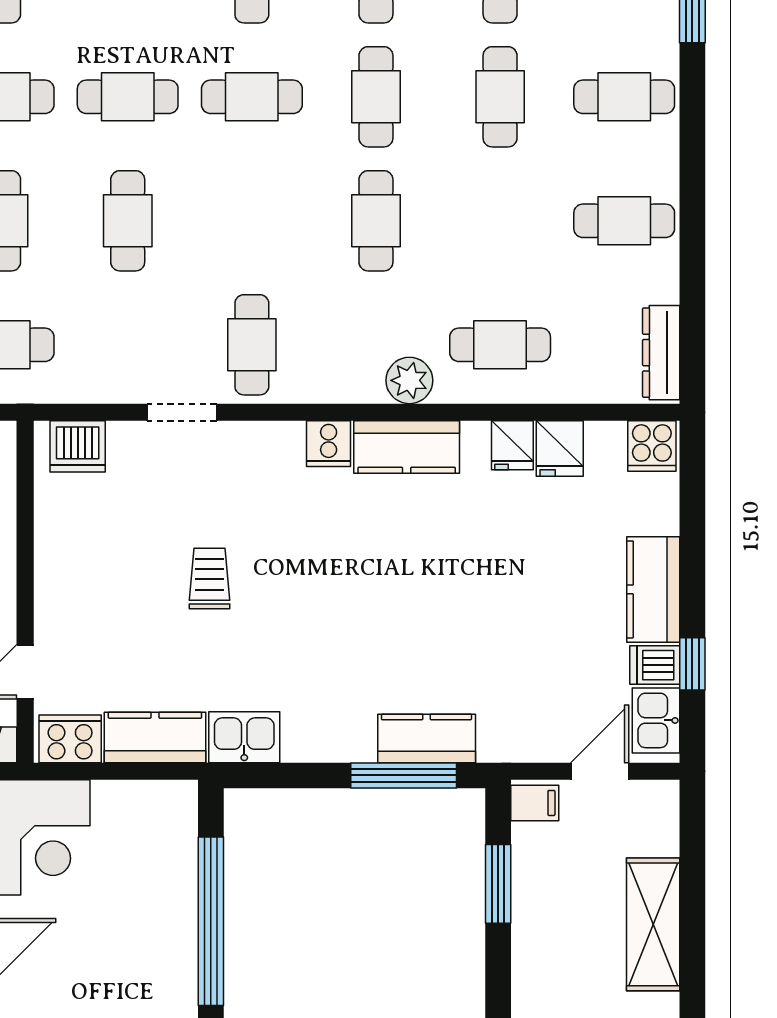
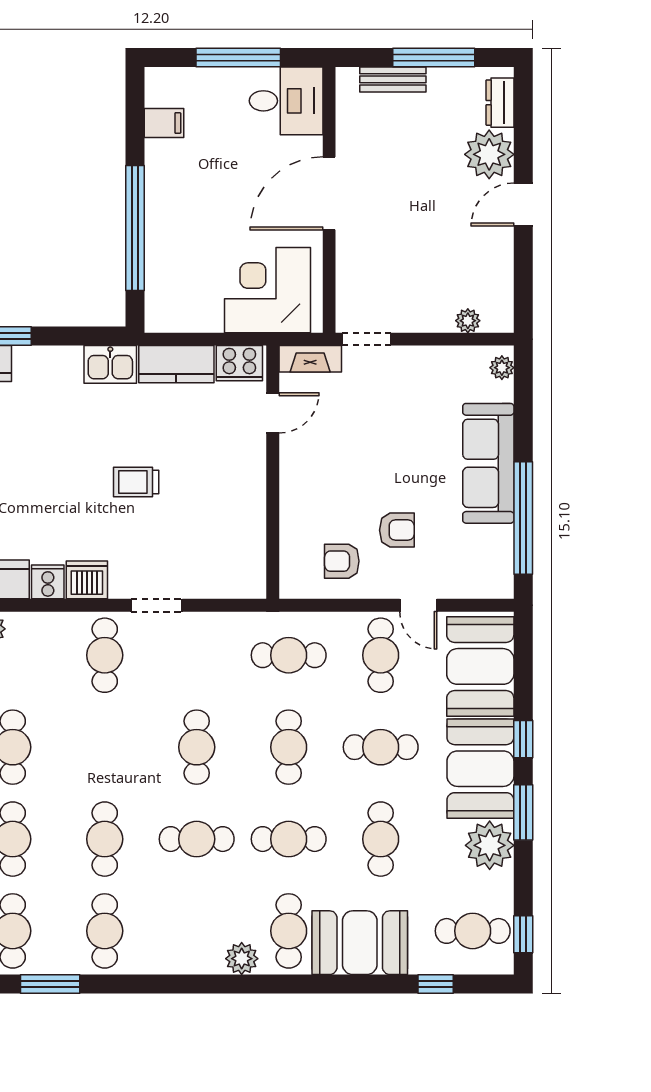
cafe table: (252, 97) -> (105, 839), turned 90
dishwasher: (78, 446) -> (87, 580), moved
trolley: (210, 578) -> (136, 482), turned 90

